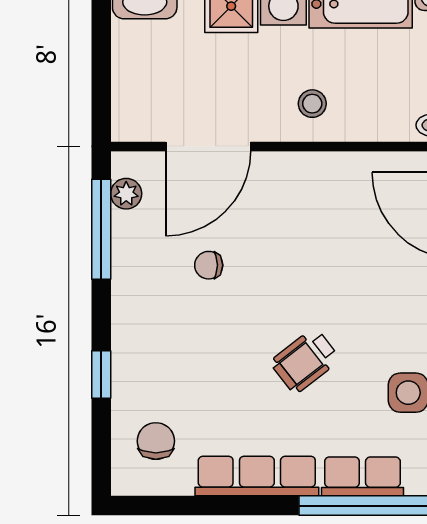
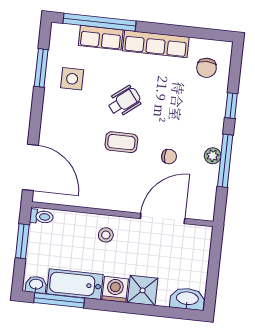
plant: (126, 194) -> (213, 156), moved
window: (101, 229) -> (225, 161), moved
coffee table: (302, 283) -> (121, 142), added

